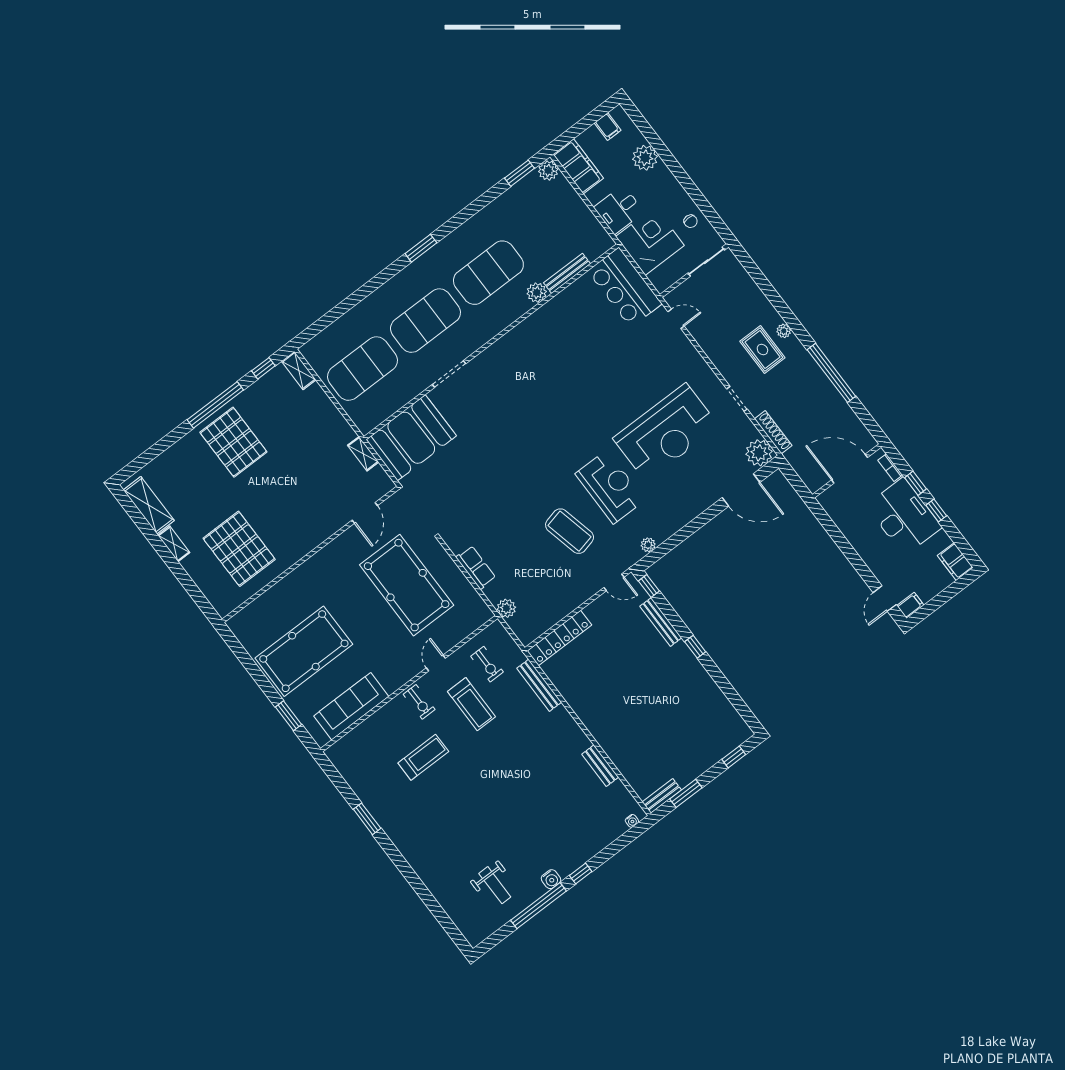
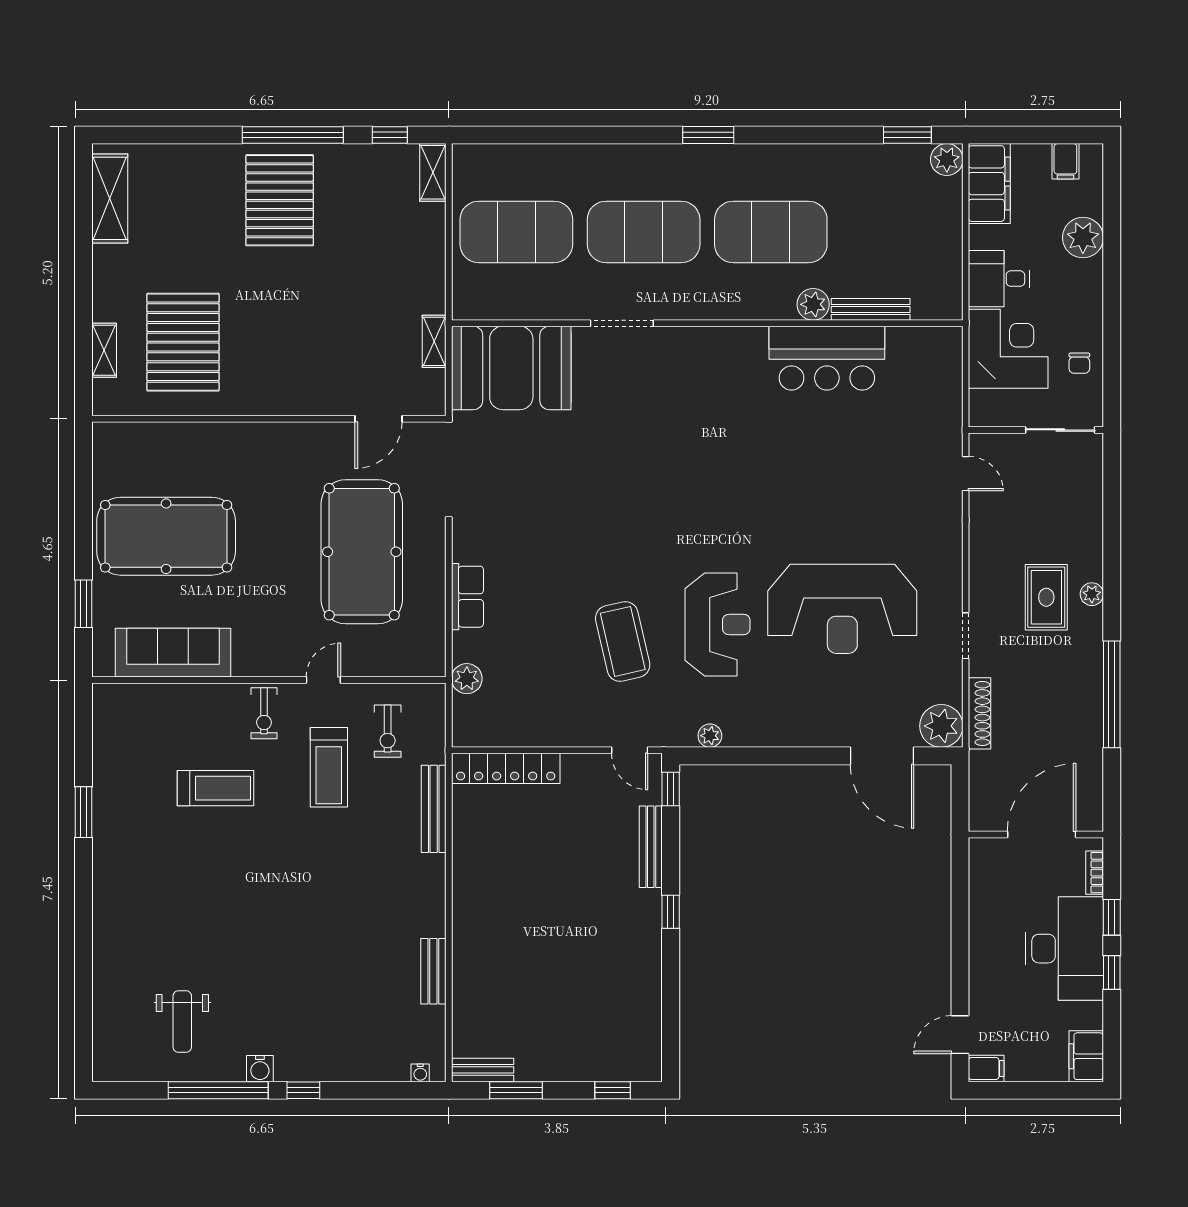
bar counter: (625, 287) -> (827, 358), moved, turned -90
door: (850, 469) -> (1042, 835), hinge flipped
shelving: (174, 544) -> (104, 350), moved

